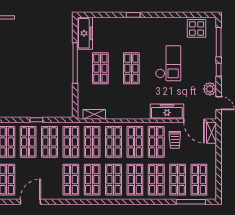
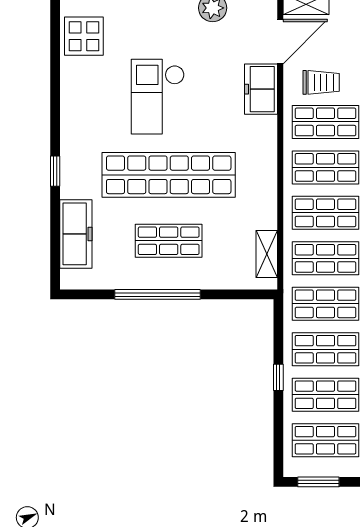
freezer: (85, 33) -> (76, 234), moved, turned 90
checkout: (168, 63) -> (158, 97), turned -90
shop shelf: (131, 68) -> (169, 175), width x2.00, depth x1.36
freezer: (167, 112) -> (261, 89), width x0.71

